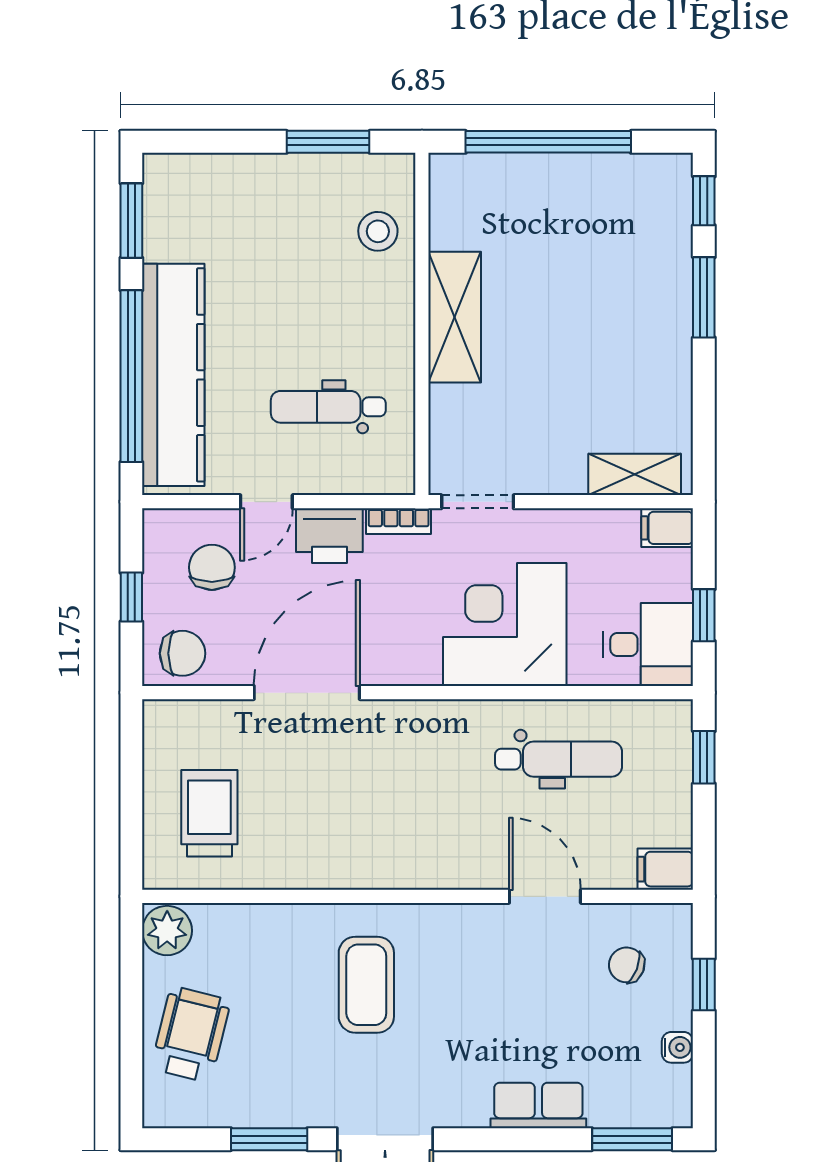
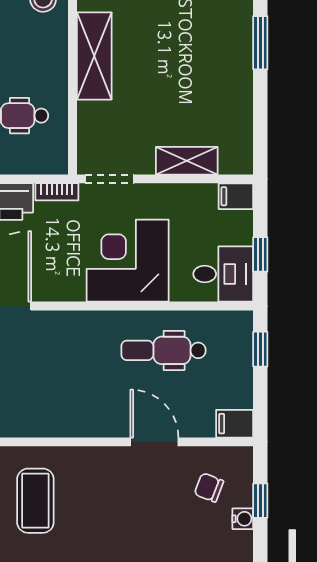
shelving: (635, 474) -> (187, 161), moved
dental chair: (559, 759) -> (164, 350), turned 180
water cooler: (677, 1047) -> (243, 519), moved

